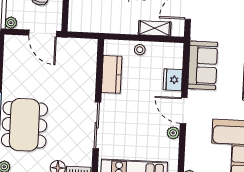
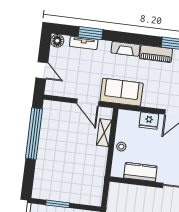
sofa: (203, 65) -> (122, 92), moved

